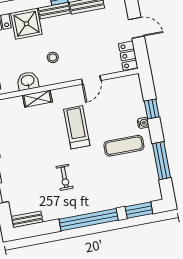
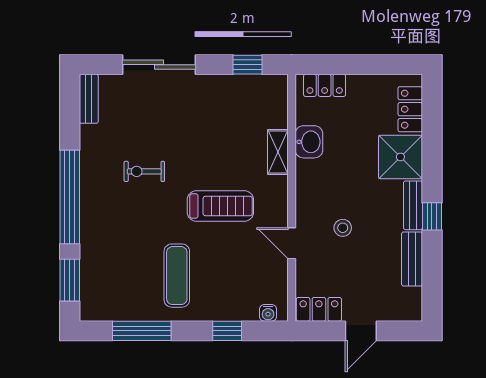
stool: (53, 57) -> (343, 228), moved
water cooler: (143, 123) -> (268, 313), moved

